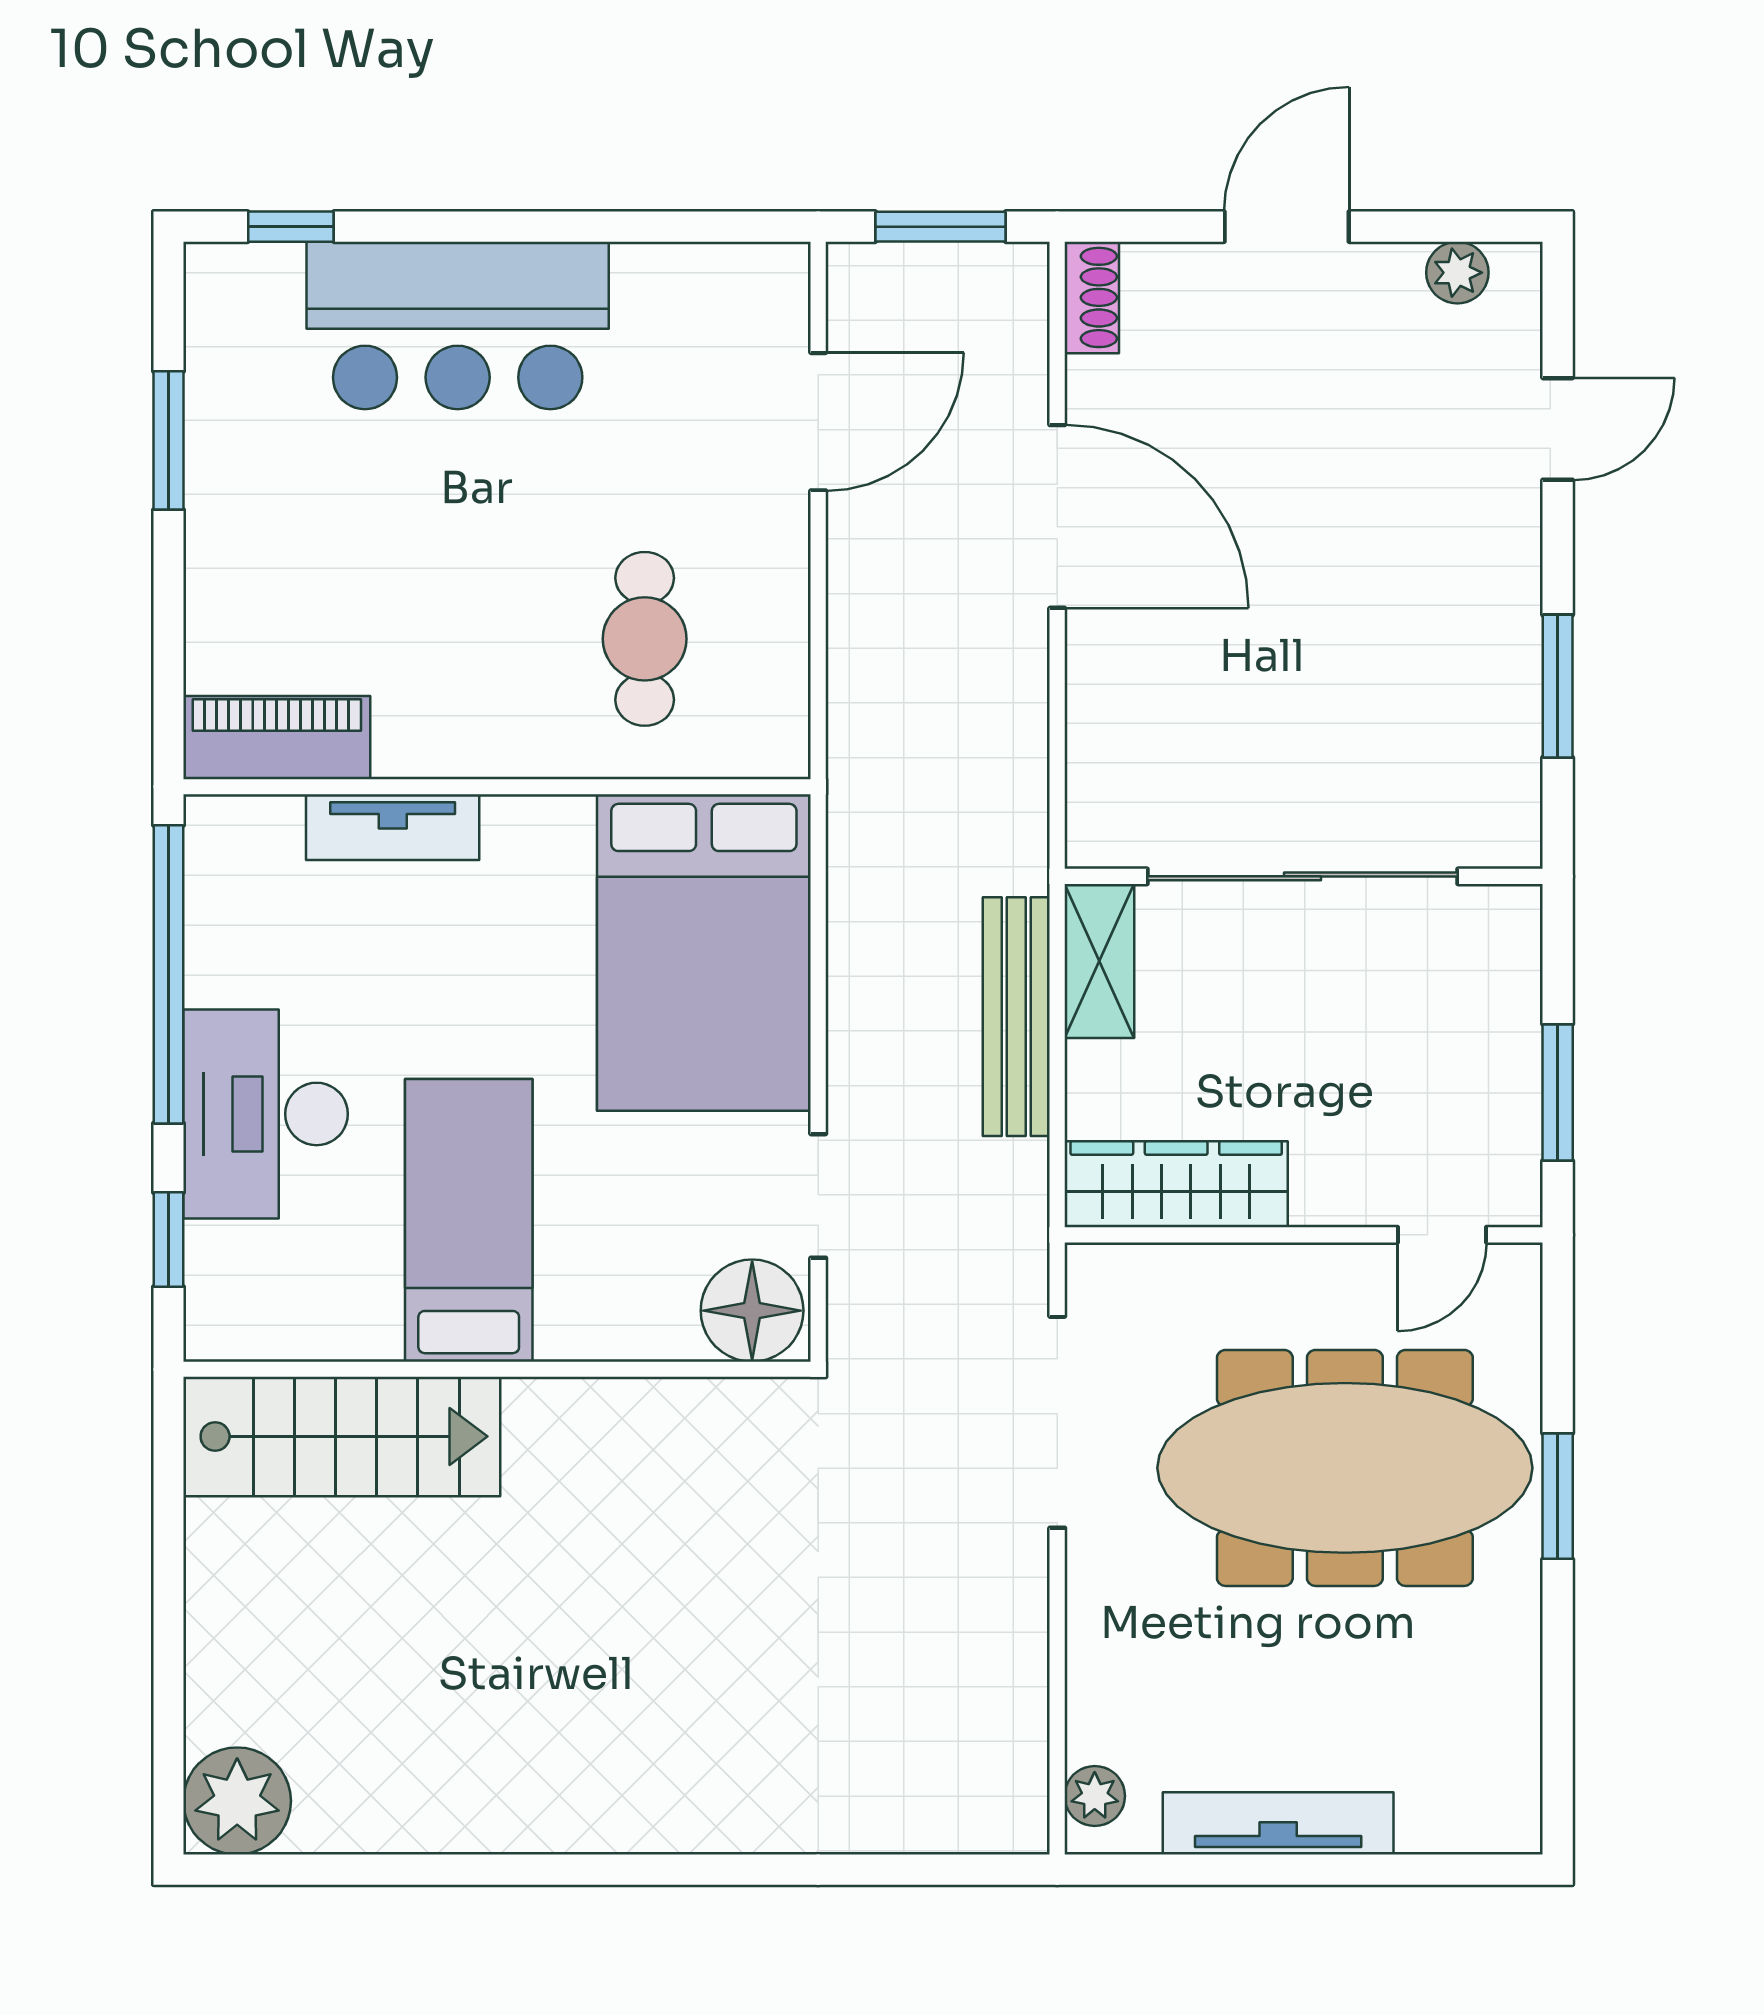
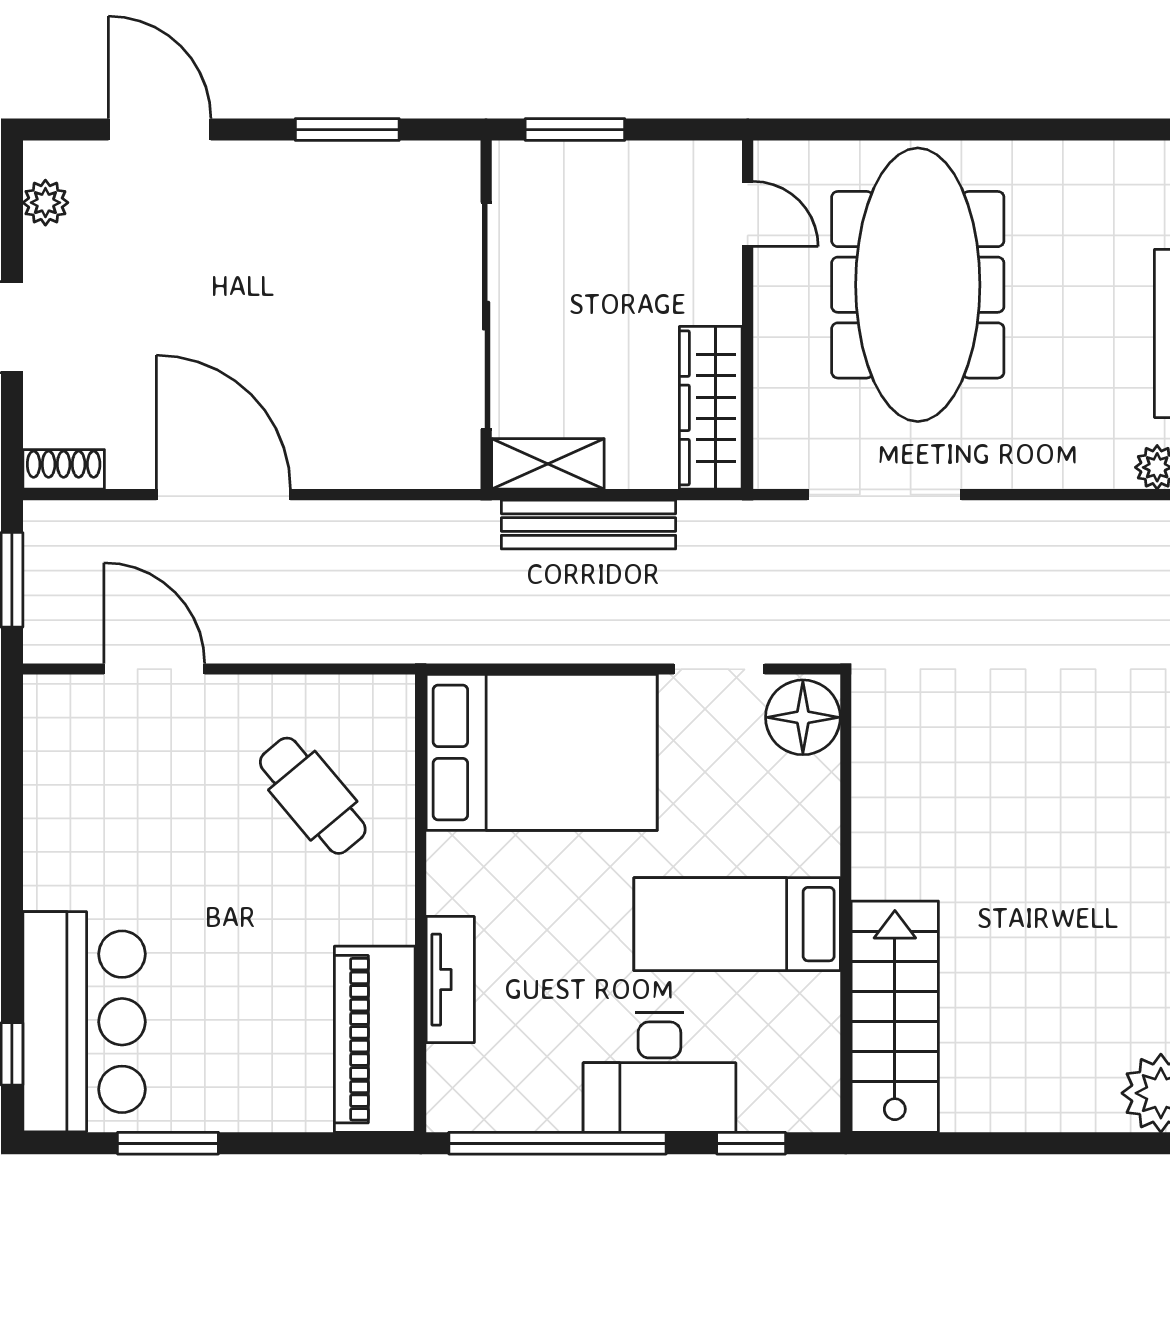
bar counter: (458, 325) -> (84, 1022), moved
door: (1558, 429) -> (160, 130), width x1.38
door: (1057, 516) -> (223, 495), hinge flipped
cafe table: (645, 639) -> (313, 796), turned 50
piano: (277, 738) -> (375, 1039), width x1.37, depth x1.33
window: (1558, 1092) -> (575, 130), moved
window: (1558, 1496) -> (938, 130), removed

